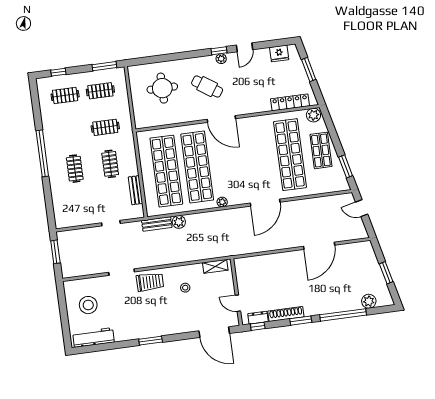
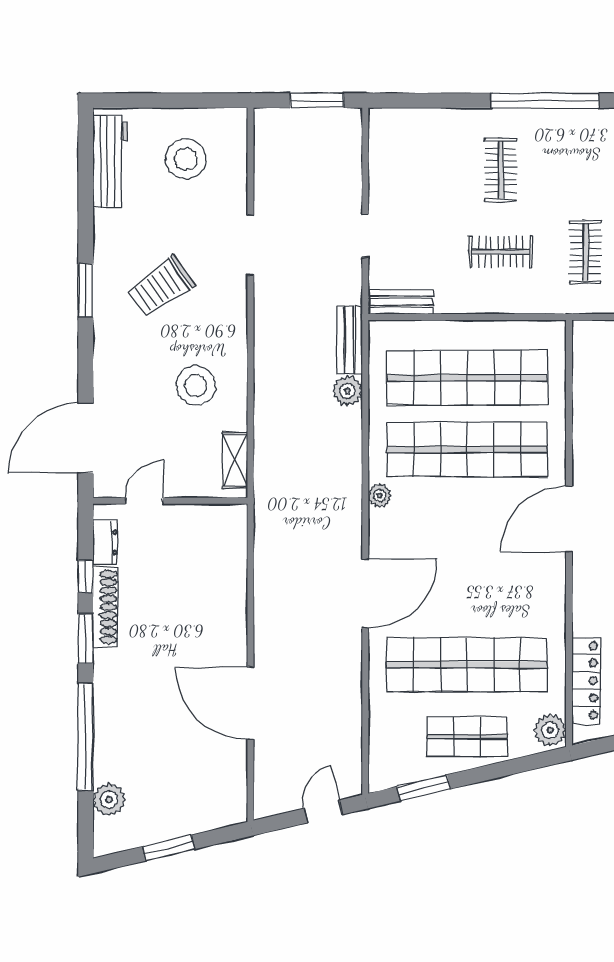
clothes rail: (75, 169) -> (501, 170), turned 90
bench: (136, 190) -> (401, 302), moved
door: (265, 203) -> (365, 594), swing flipped
trolley: (150, 282) -> (161, 287), moved, turned 55
stool: (185, 288) -> (196, 385), width x1.89, depth x1.89
window: (258, 326) -> (86, 576), moved

